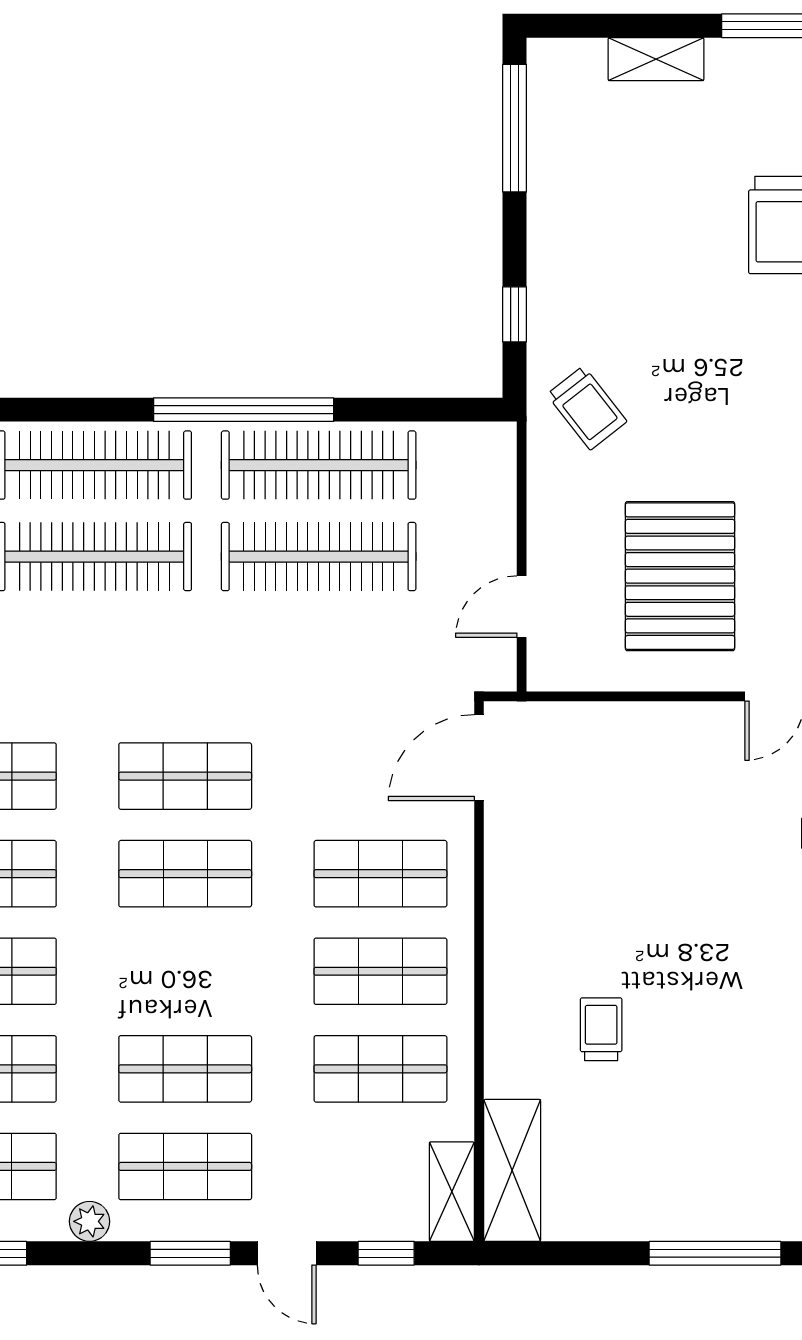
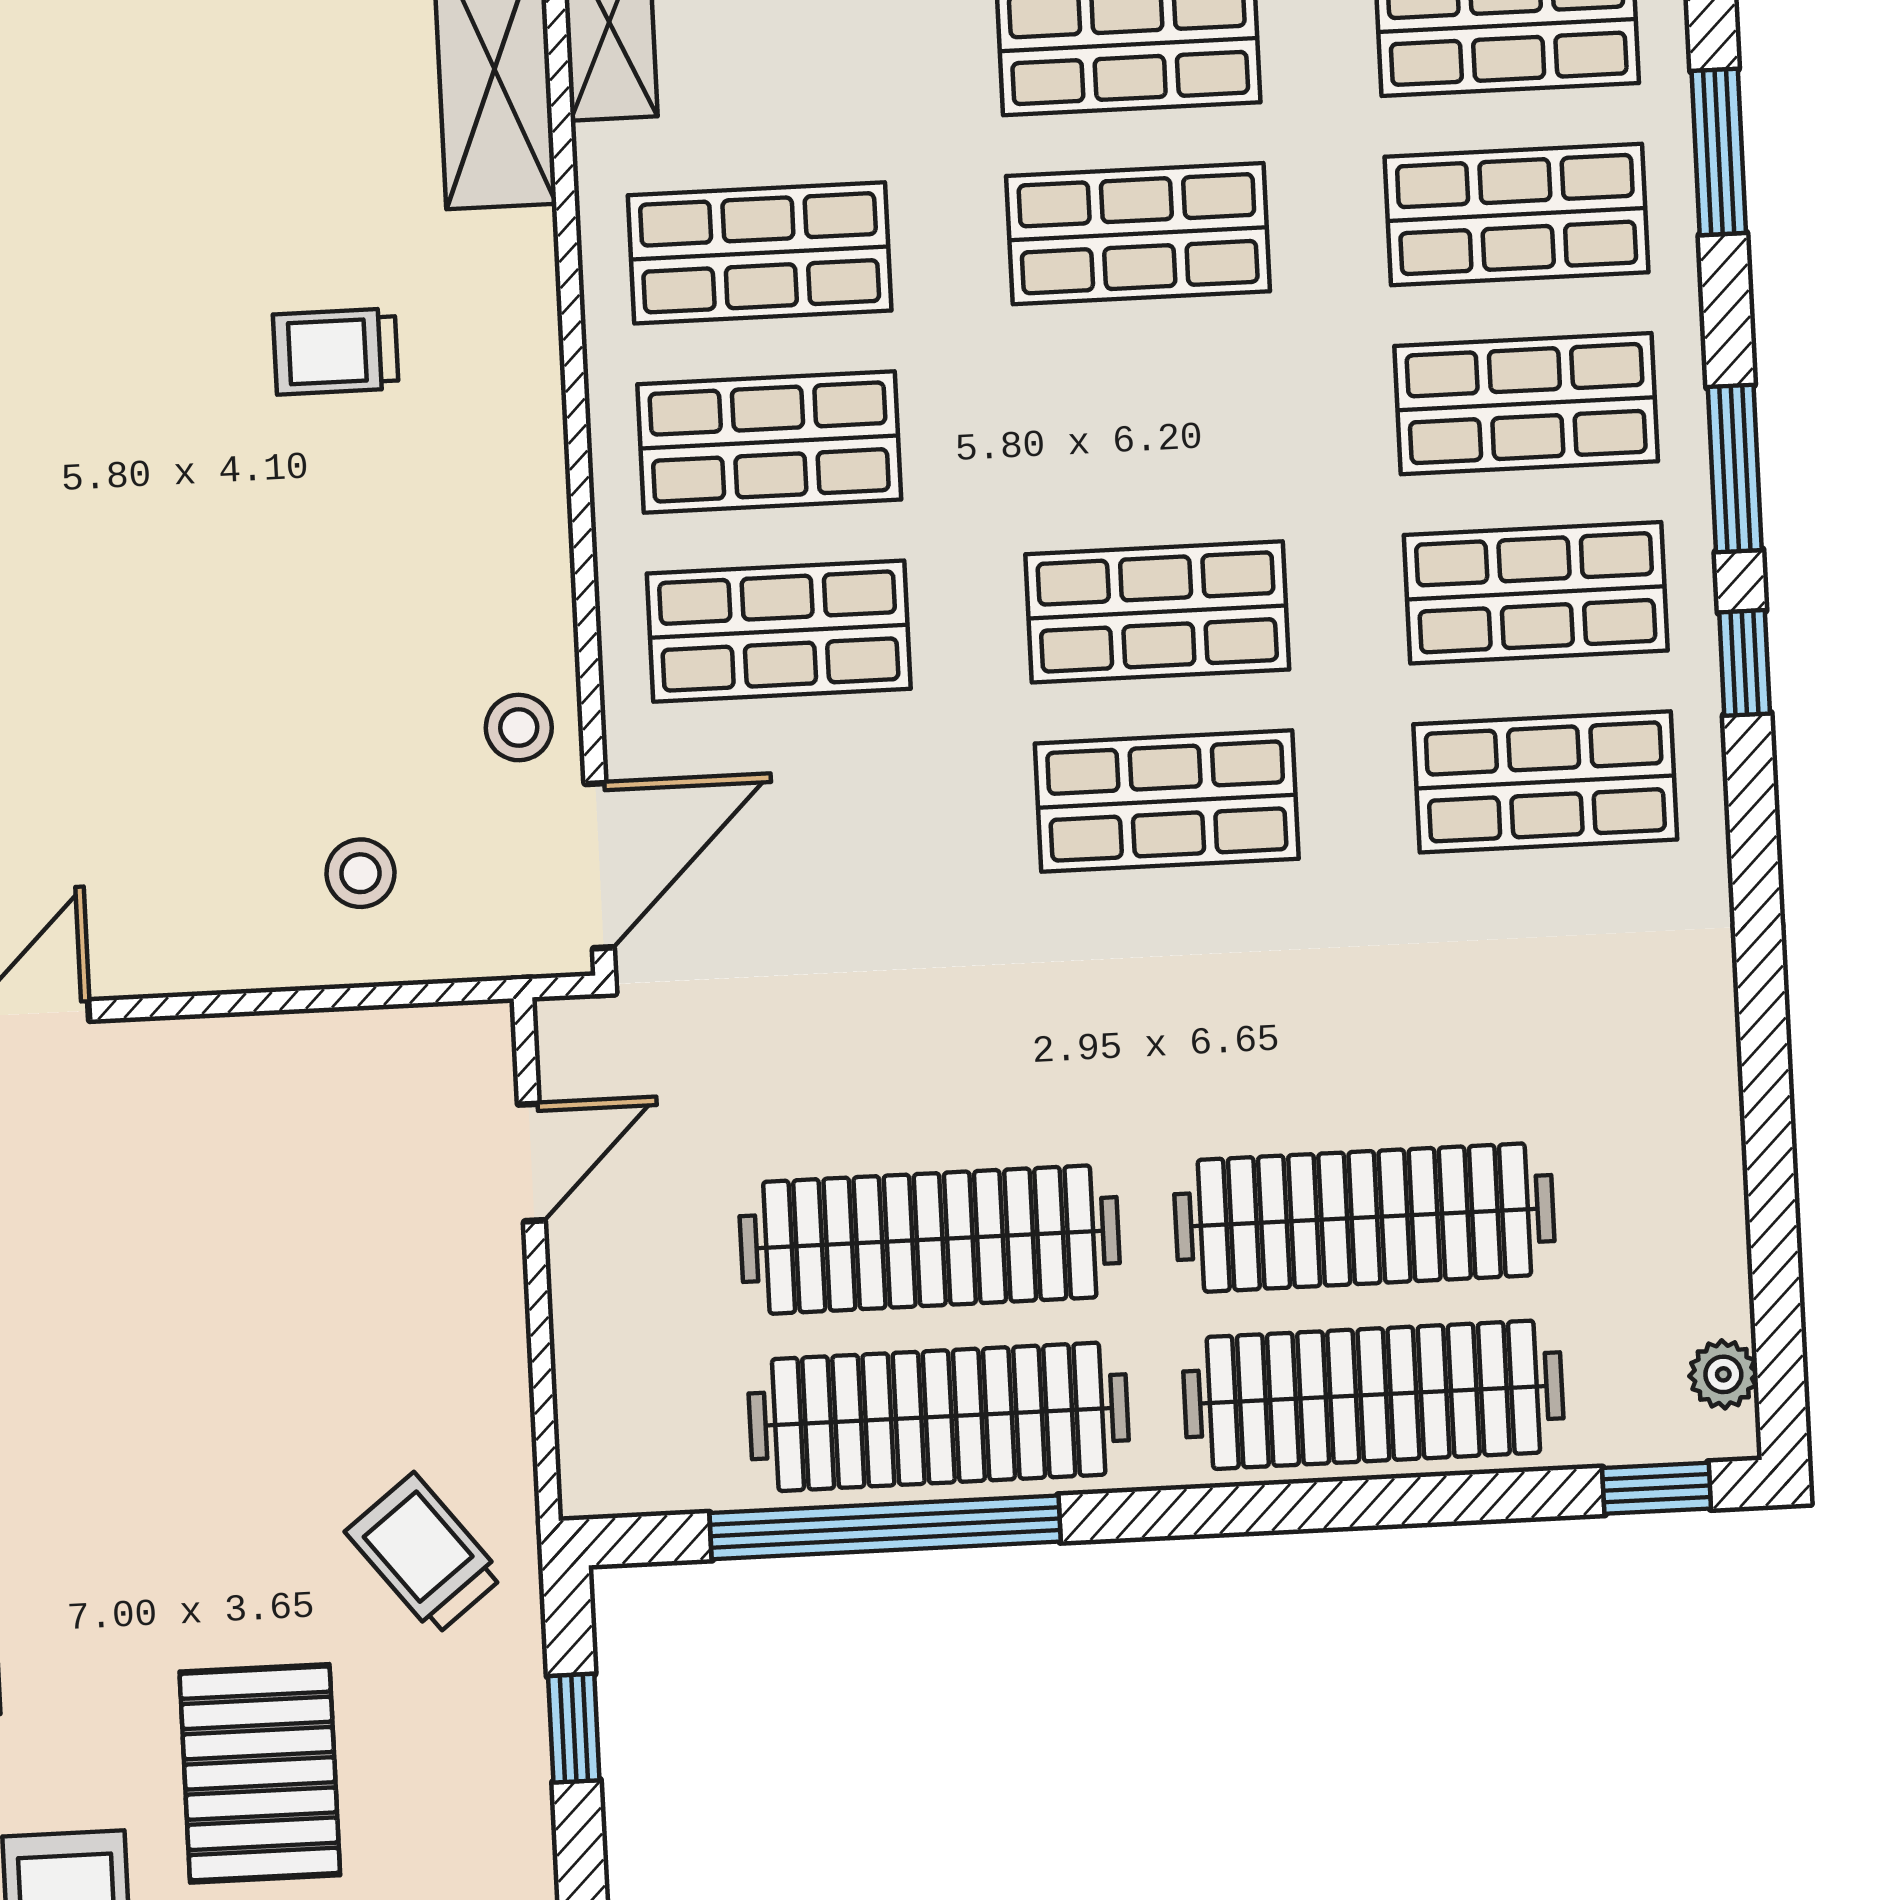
window: (244, 410) -> (885, 1527), moved
pallet: (680, 576) -> (260, 1773), moved, width x0.73, depth x0.71
stool: (602, 760) -> (360, 873), added
stool: (517, 831) -> (519, 728), added
trolley: (601, 1029) -> (336, 351), turned 90

